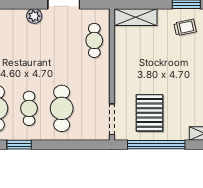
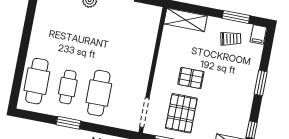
cafe table: (94, 40) -> (142, 34), removed
pallet: (152, 75) -> (191, 78), added
window: (19, 145) -> (68, 123), moved

